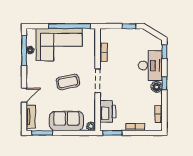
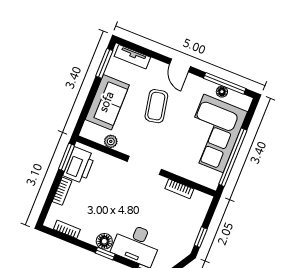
coffee table: (68, 82) -> (156, 106), moved
door: (24, 95) -> (180, 65), moved
printer: (108, 112) -> (79, 165), moved, turned -90
plant: (91, 126) -> (111, 141), moved

